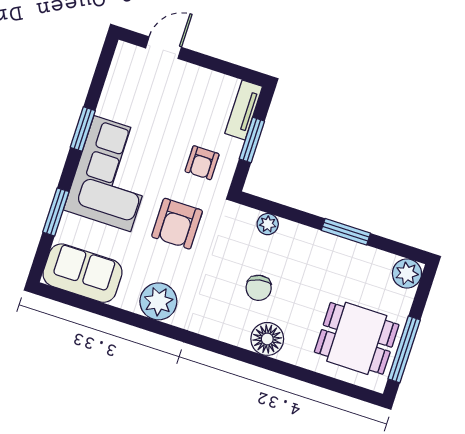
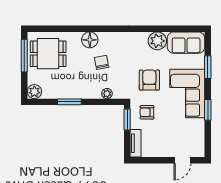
window: (252, 140) -> (127, 120), moved
armchair: (202, 163) -> (147, 112), turned -90
plant: (158, 301) -> (157, 41), moved

